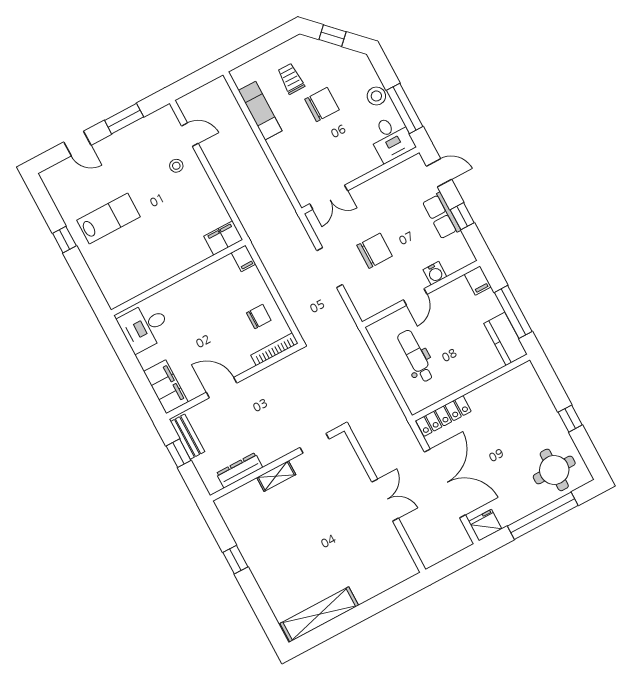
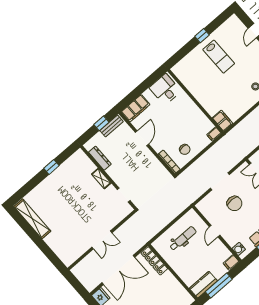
water cooler: (435, 273) -> (239, 249), moved
door: (415, 297) -> (215, 231), hinge flipped

